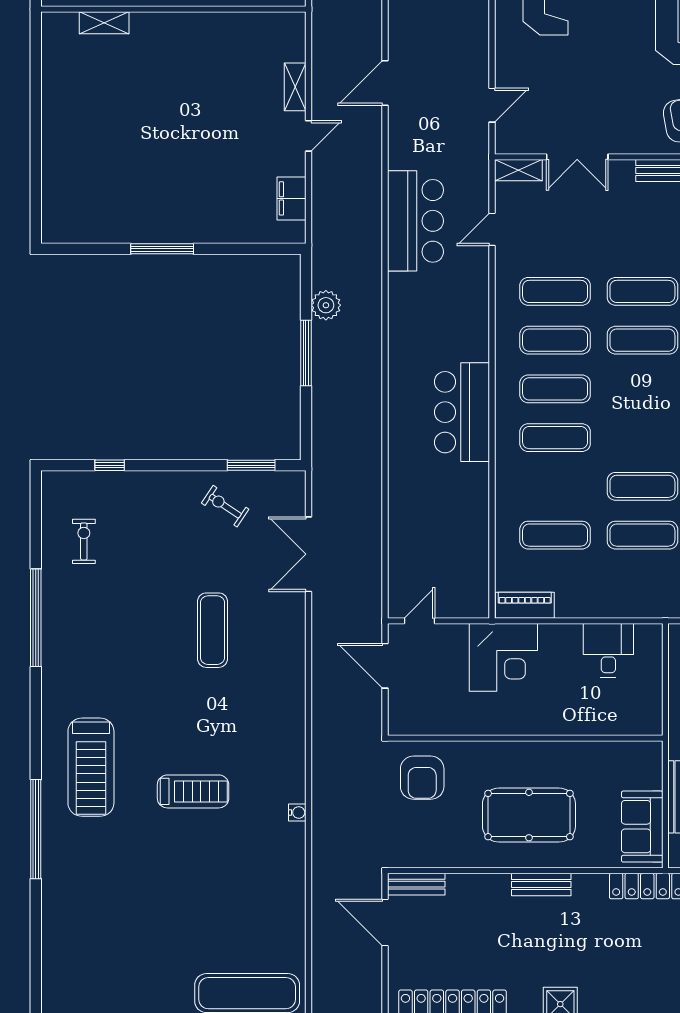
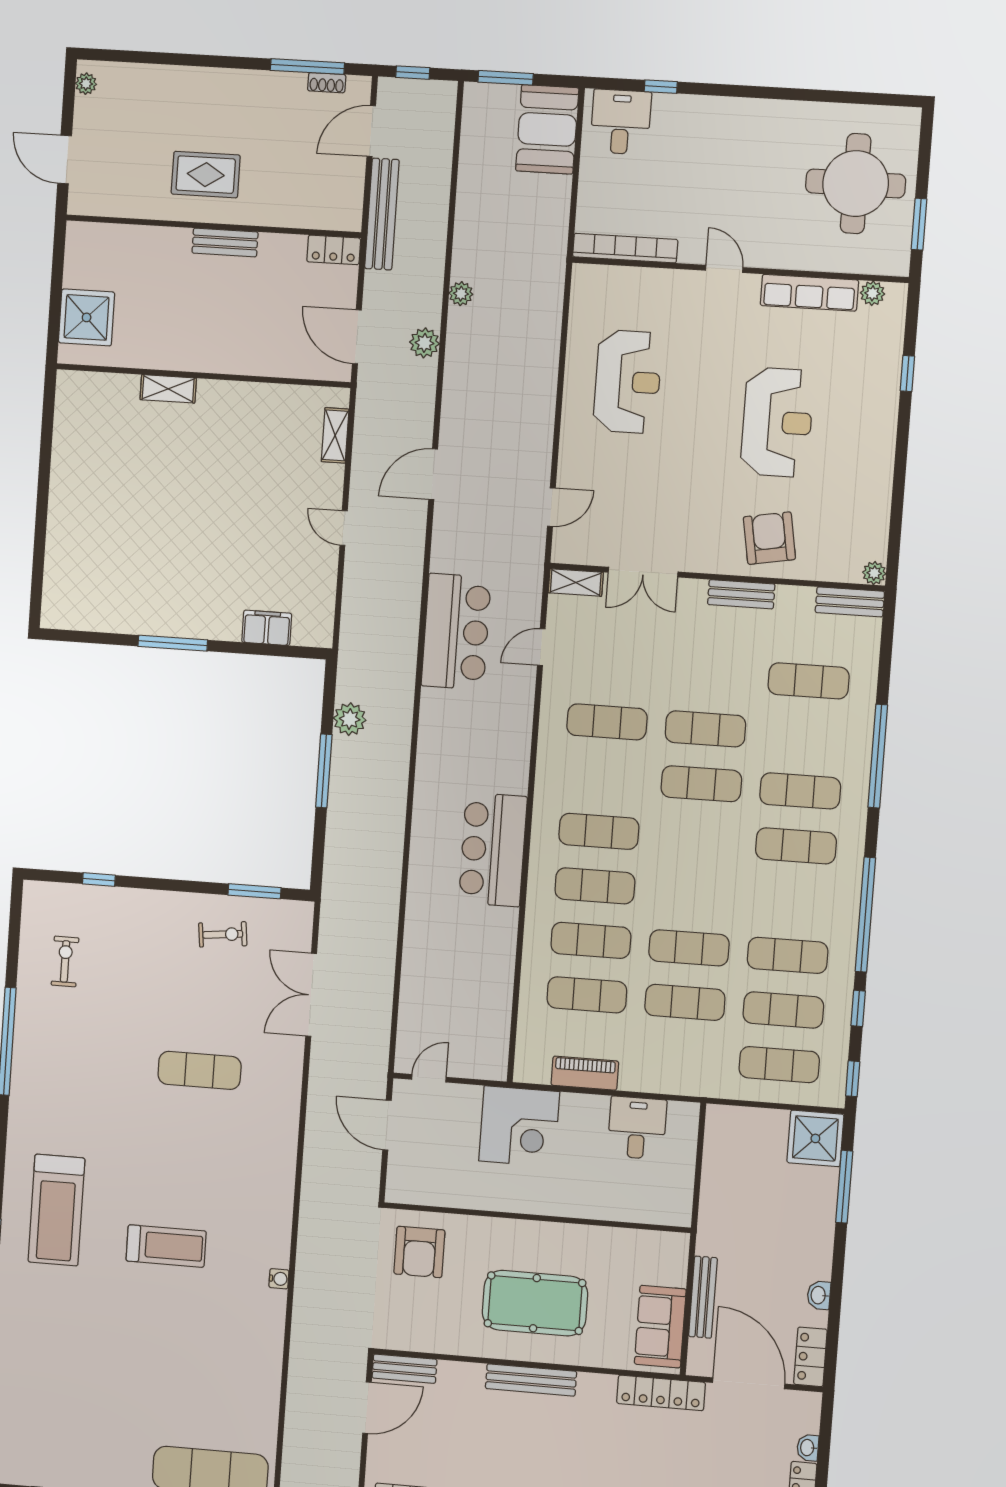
shelving: (104, 23) -> (168, 389), moved
shelving: (295, 87) -> (335, 435), moved
door: (309, 136) -> (344, 528), swing flipped
filing cabinet: (292, 198) -> (267, 628), moved, turned 90
exercise mat: (555, 340) -> (591, 940), moved
exercise bike: (225, 506) -> (223, 934), turned 140
piano: (525, 605) -> (585, 1073), moved
exercise mat: (213, 630) -> (200, 1070), turned 90
bench: (541, 884) -> (531, 1380), width x1.36
door: (385, 922) -> (367, 1408), swing flipped

